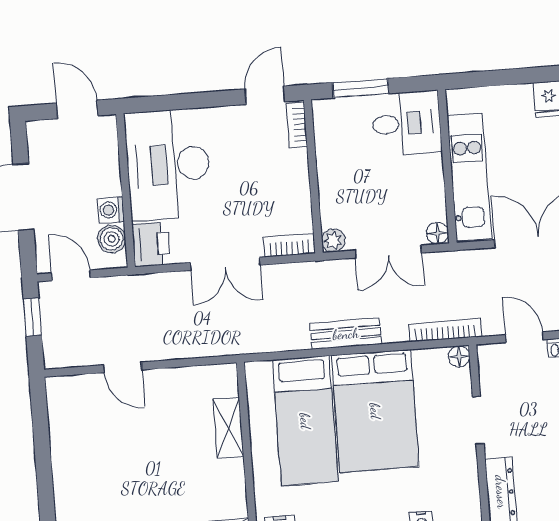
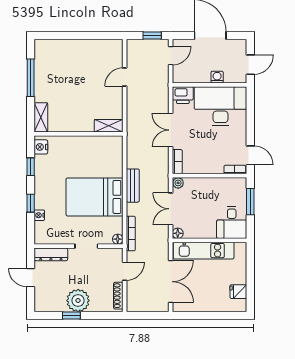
washing machine: (111, 210) -> (217, 77), moved
boiler: (112, 239) -> (187, 76), removed
bed: (305, 421) -> (92, 163), removed
shelving: (228, 428) -> (109, 126), moved

